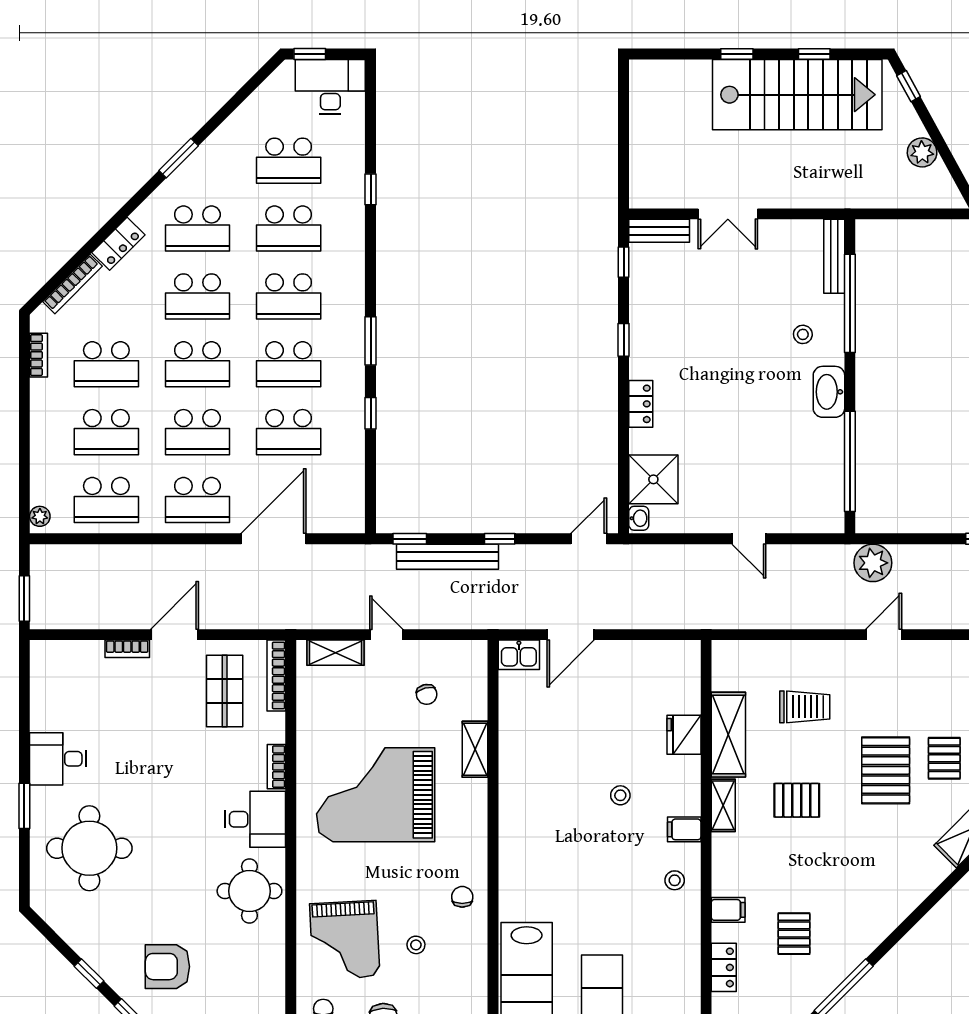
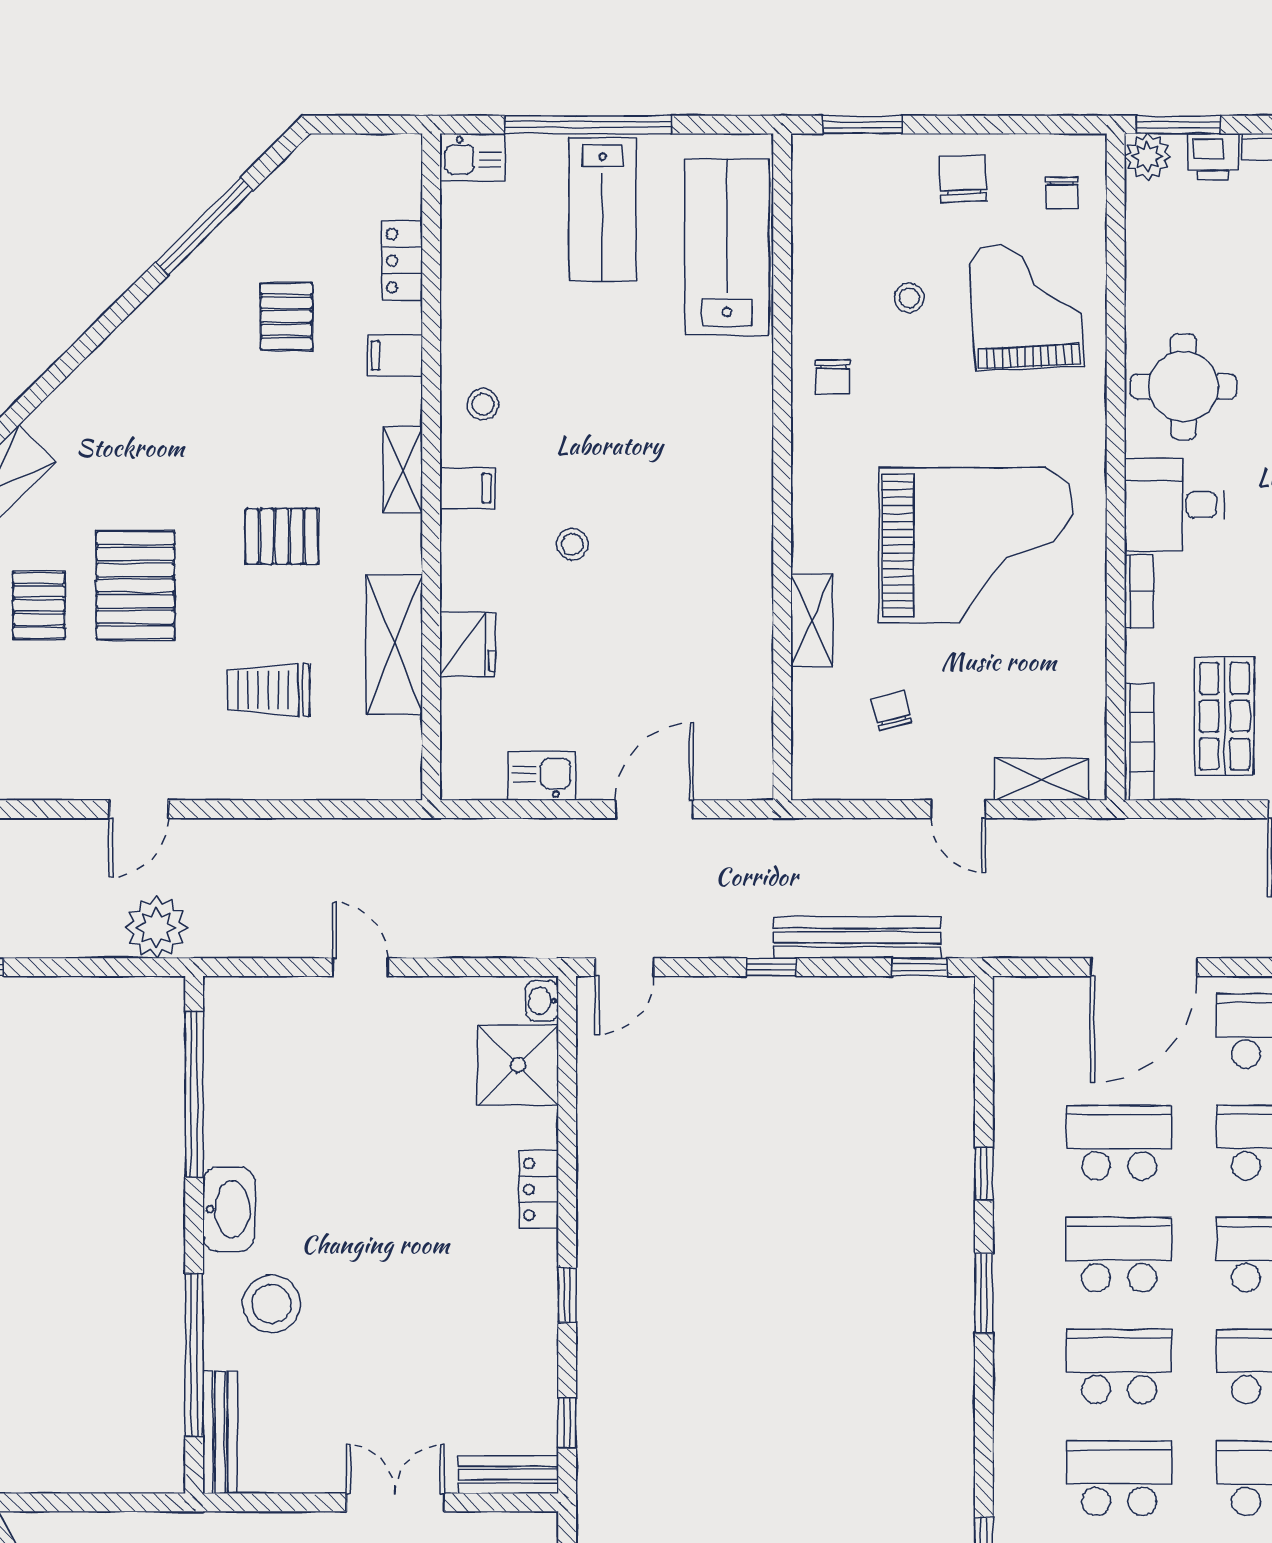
stool: (803, 334) -> (272, 1304), width x1.89, depth x1.89
kitchen sink: (519, 655) -> (542, 776), moved
shelving: (723, 805) -> (403, 469), moved

